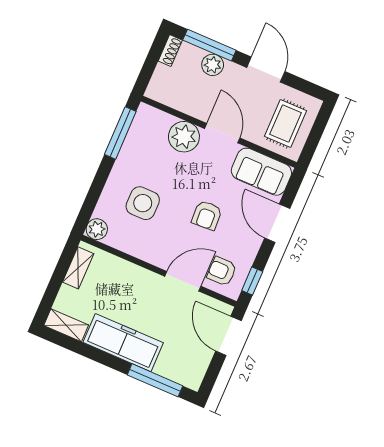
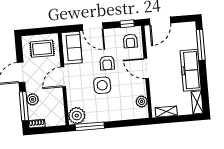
plant: (184, 137) -> (77, 116), moved
side table: (143, 203) -> (102, 85), moved
armchair: (207, 215) -> (107, 63), turned 93
door: (277, 223) -> (93, 27), hinge flipped
plant: (97, 229) -> (142, 102), moved
door: (183, 281) -> (146, 68), moved

